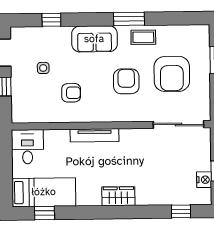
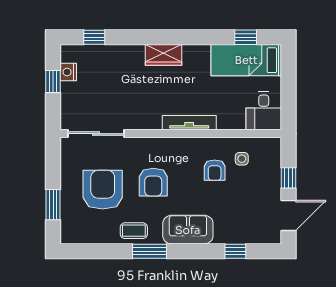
side table: (43, 68) -> (242, 159), moved
armchair: (71, 93) -> (215, 170), turned -90

